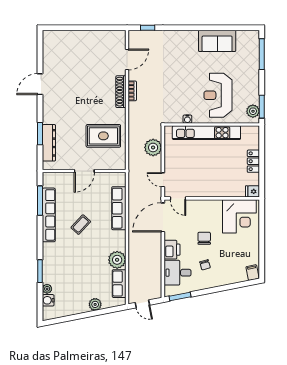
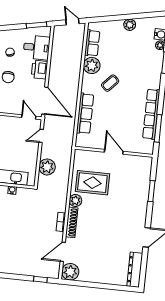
plant: (117, 39) -> (70, 272), added
plant: (119, 115) -> (75, 201), added
dresser: (49, 143) -> (135, 270), moved
door: (84, 171) -> (114, 152), hinge flipped
door: (163, 180) -> (41, 136), swing flipped
door: (163, 217) -> (45, 101), hinge flipped
coffee table: (81, 225) -> (110, 83), moved
plant: (95, 304) -> (130, 25), moved

